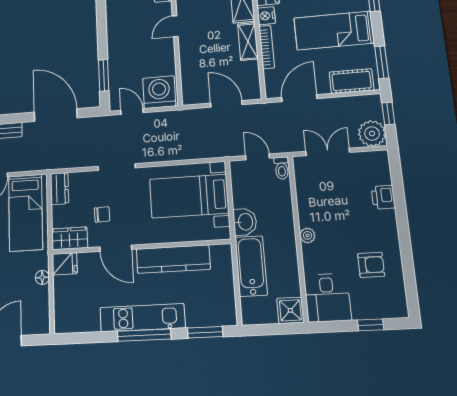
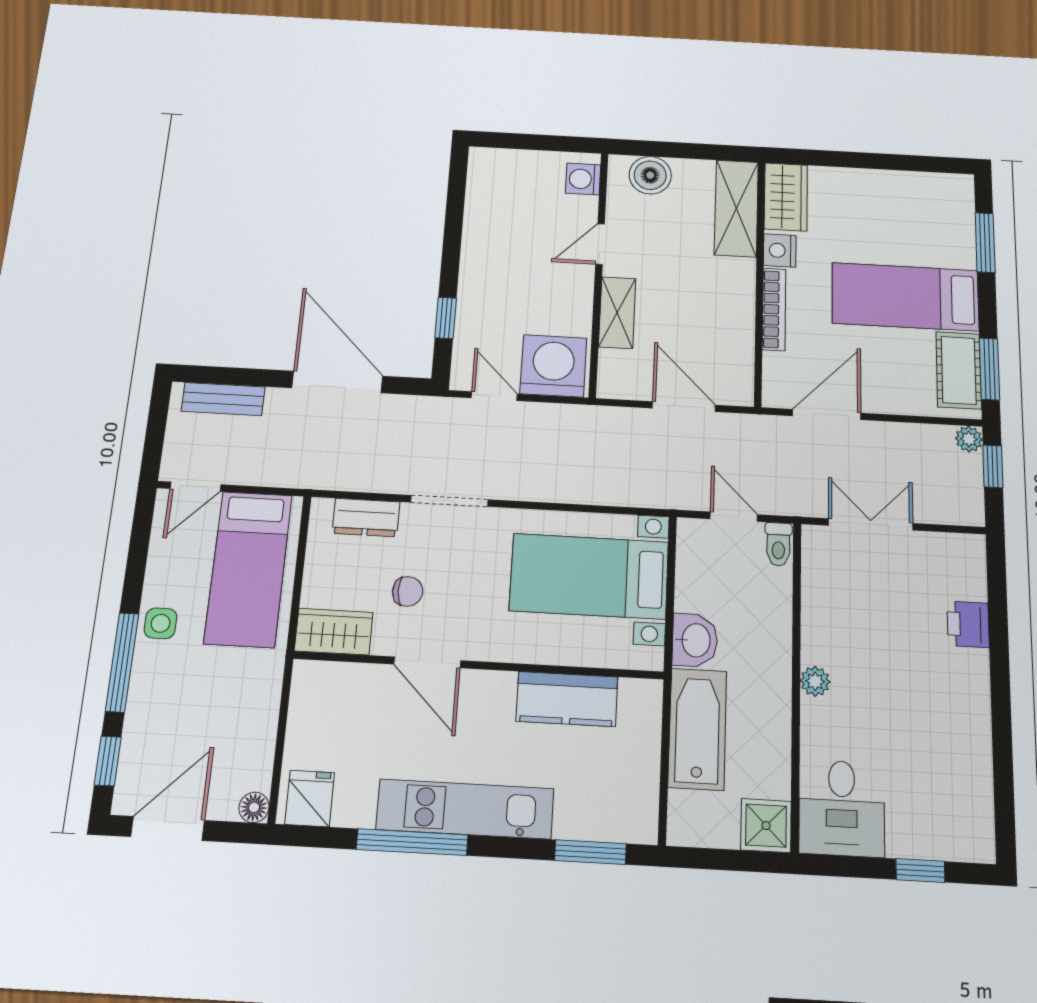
shelving: (248, 41) -> (617, 313), moved
window: (104, 75) -> (446, 318), width x0.67
cot: (352, 81) -> (959, 370), moved, turned 90
plant: (372, 133) -> (969, 439), moved, width x0.53, depth x0.53
dresser: (60, 189) -> (366, 518), moved, turned 90
kitchen counter: (173, 259) -> (567, 699), width x0.67
fridge: (65, 264) -> (310, 798), moved, turned -90
armchair: (371, 265) -> (933, 753), removed
floor lamp: (42, 277) -> (254, 807), moved
window: (144, 335) -> (412, 842), moved

